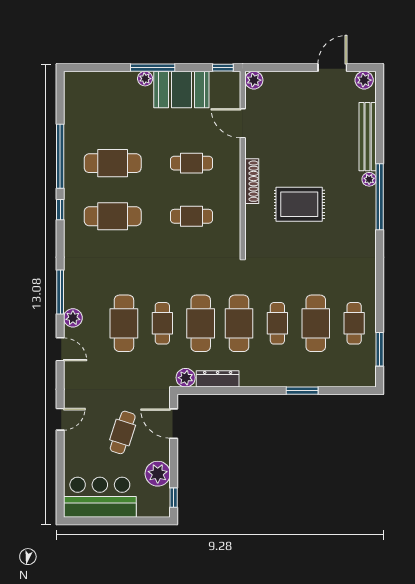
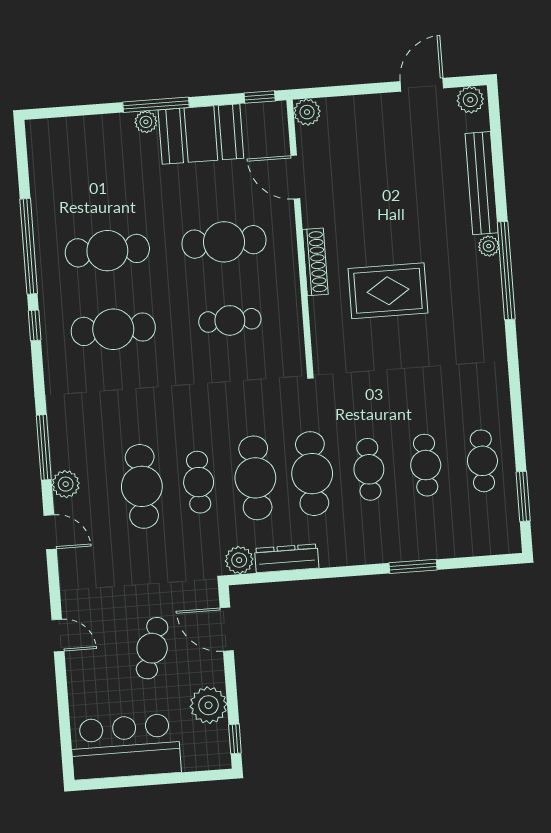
cafe table: (191, 163) -> (224, 242), width x1.37, depth x1.35
cafe table: (316, 323) -> (426, 465), width x0.73, depth x0.74
door: (60, 419) -> (58, 635), hinge flipped

